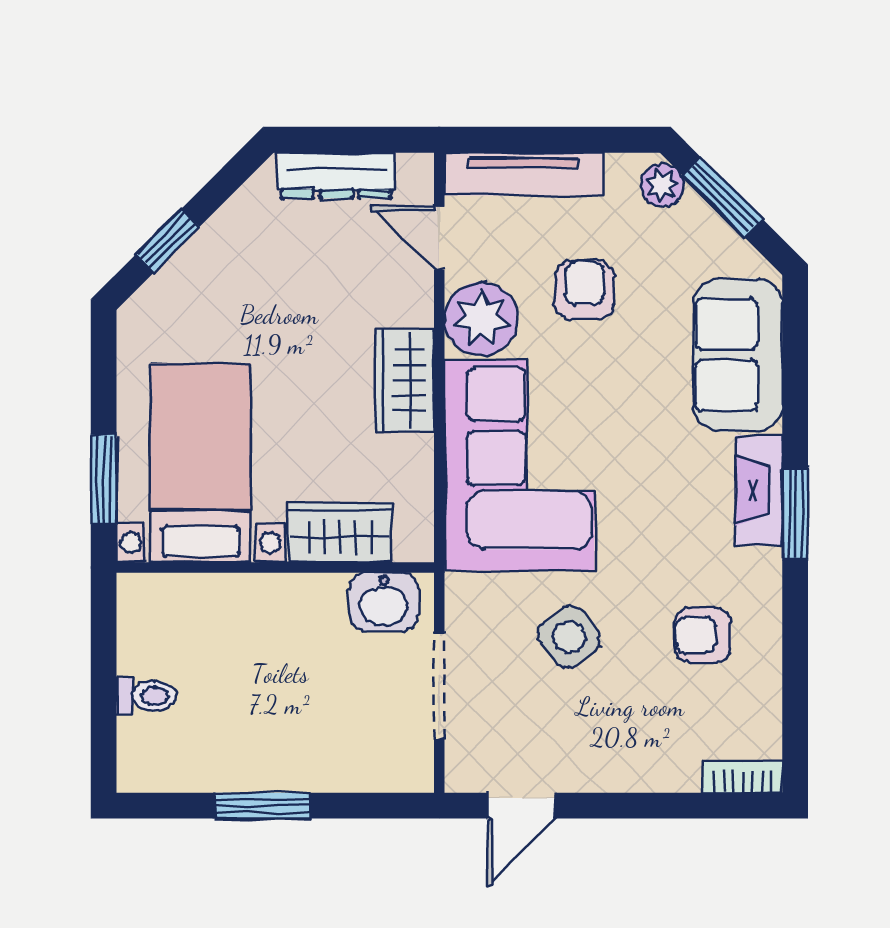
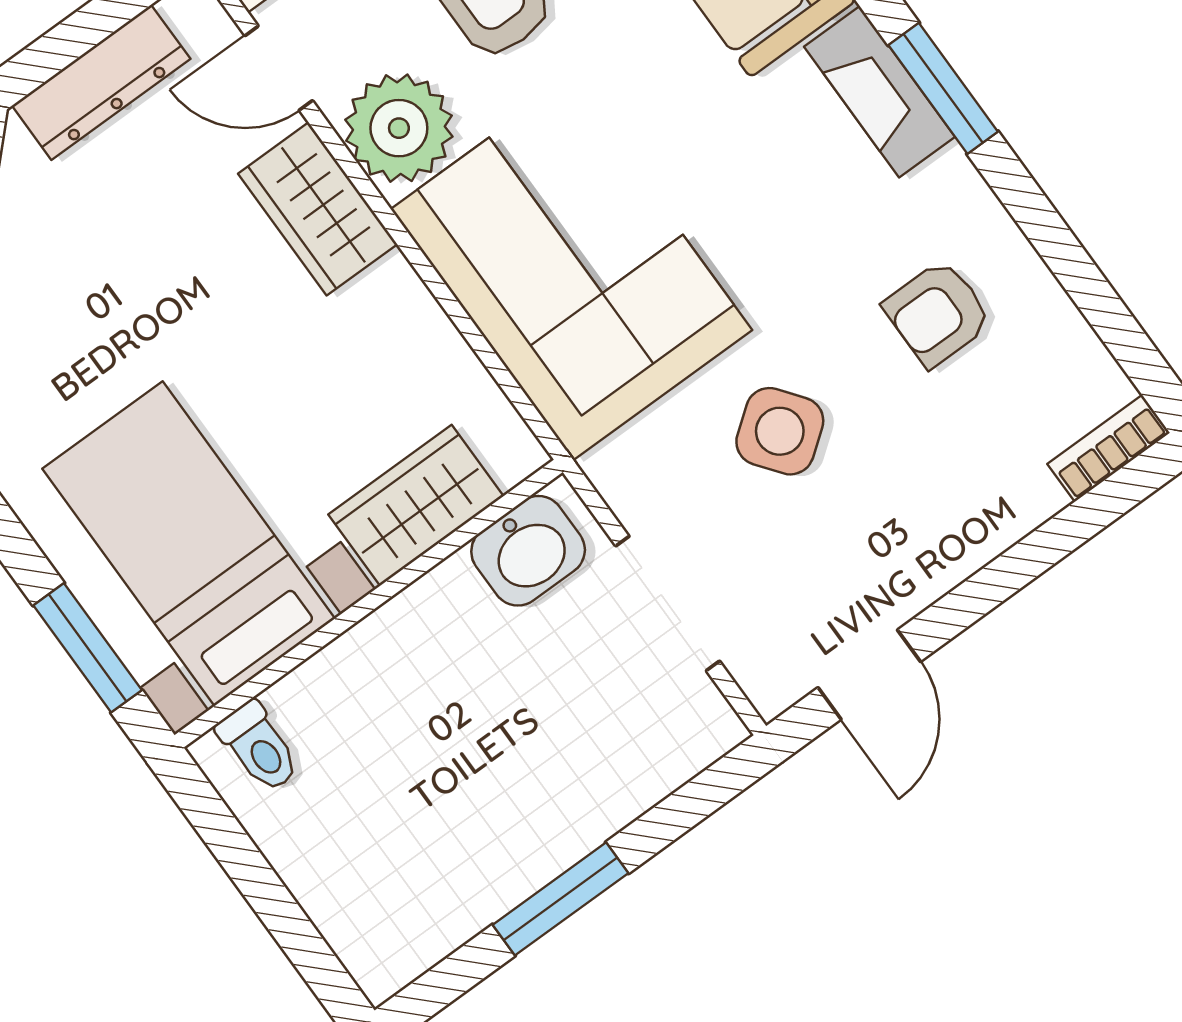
wardrobe: (404, 380) -> (318, 209), moved
toilet: (146, 696) -> (259, 747), moved, turned 90

